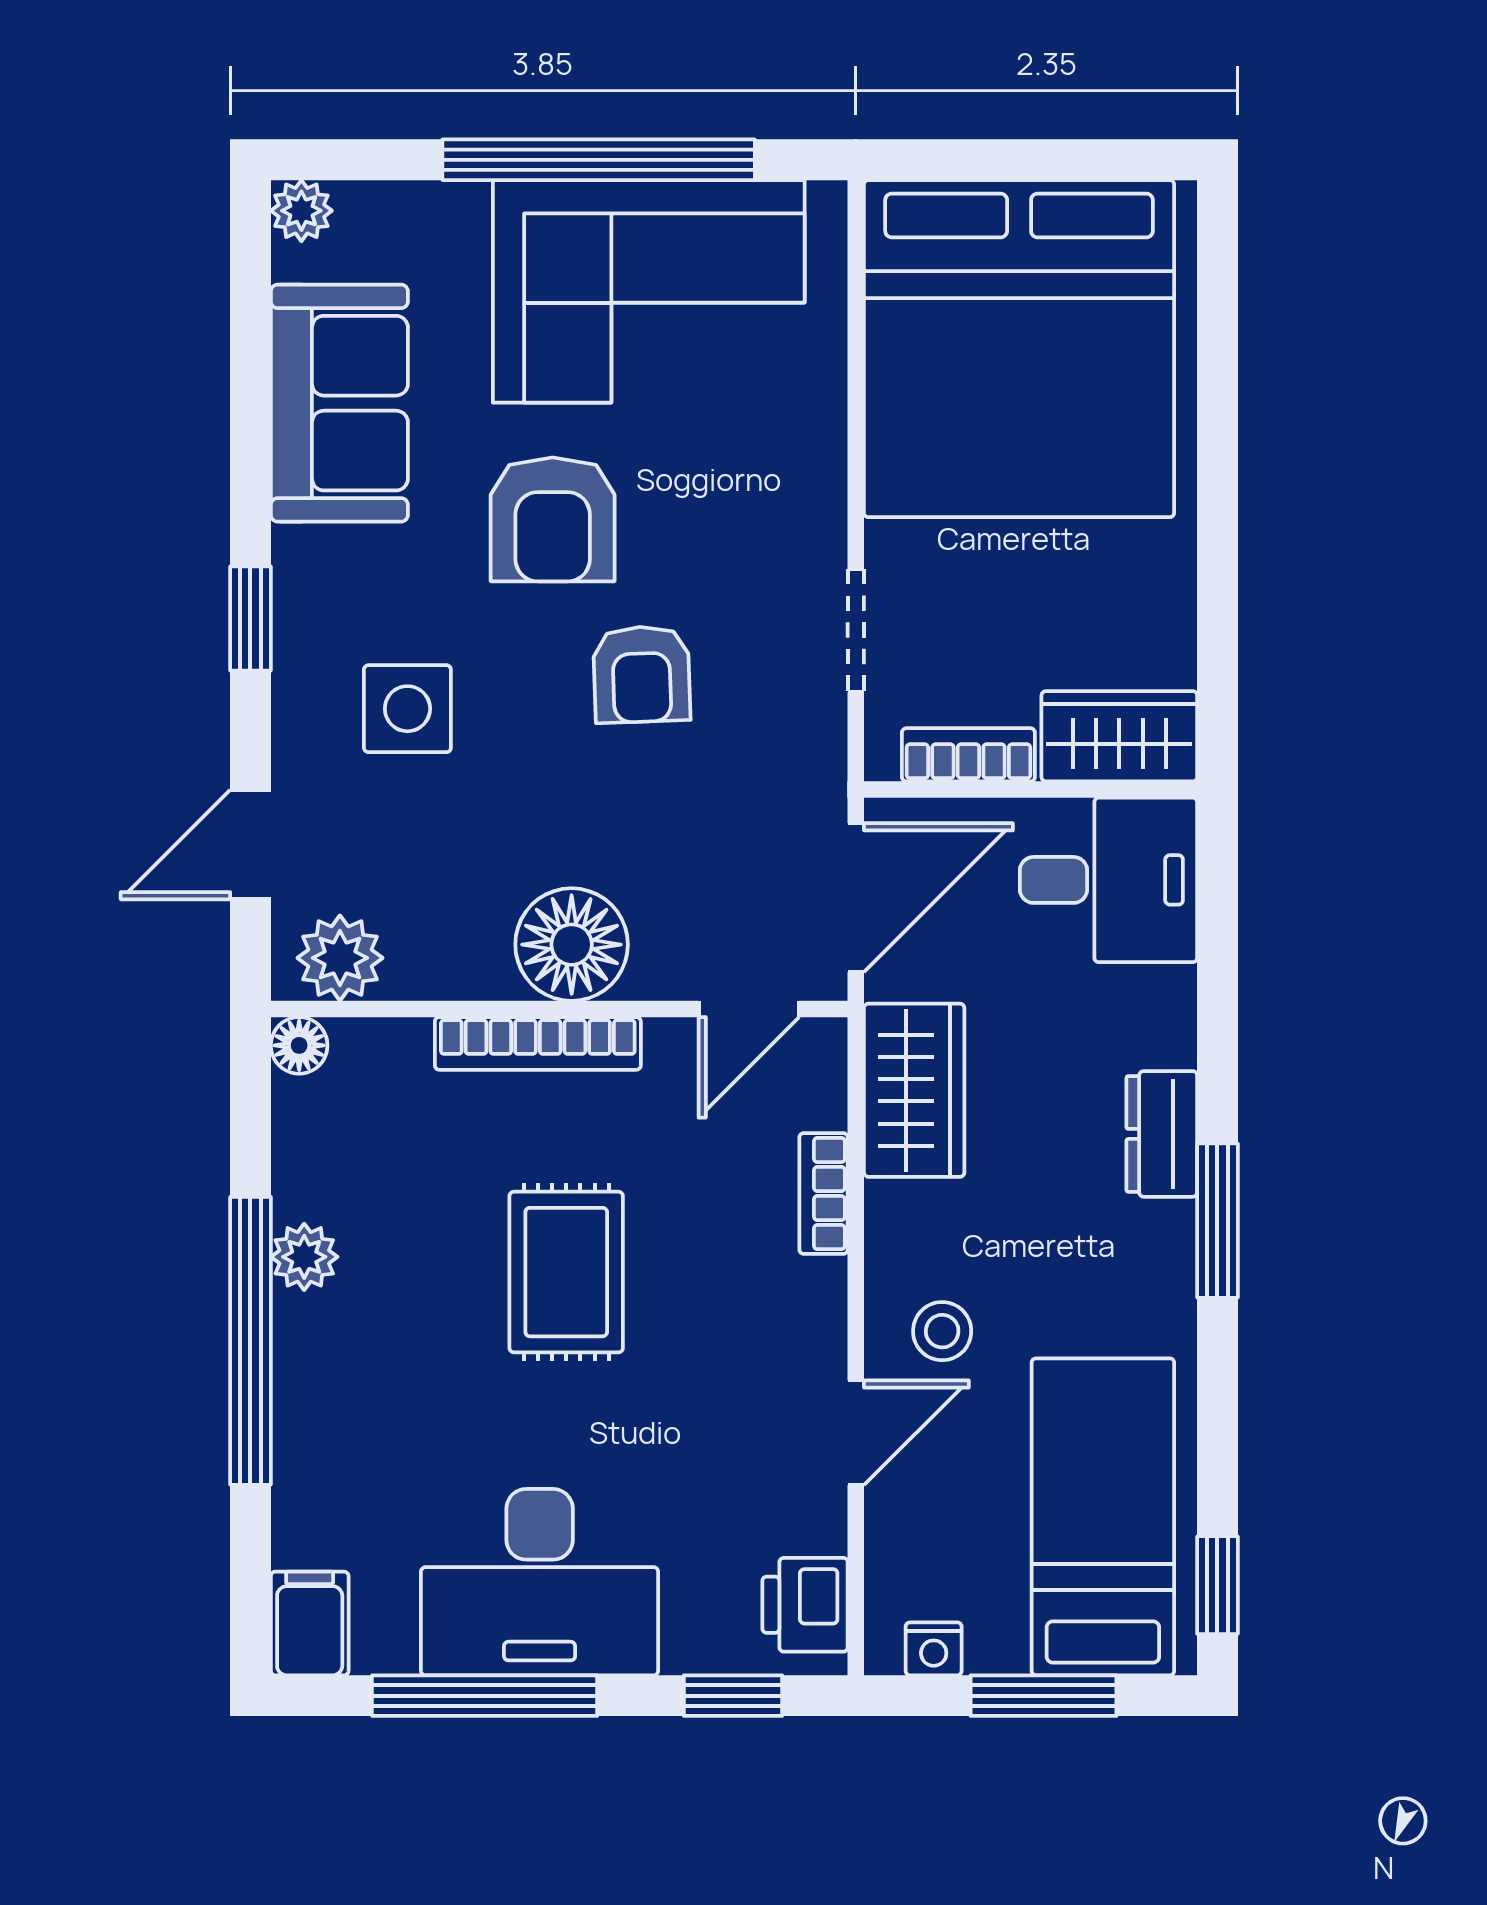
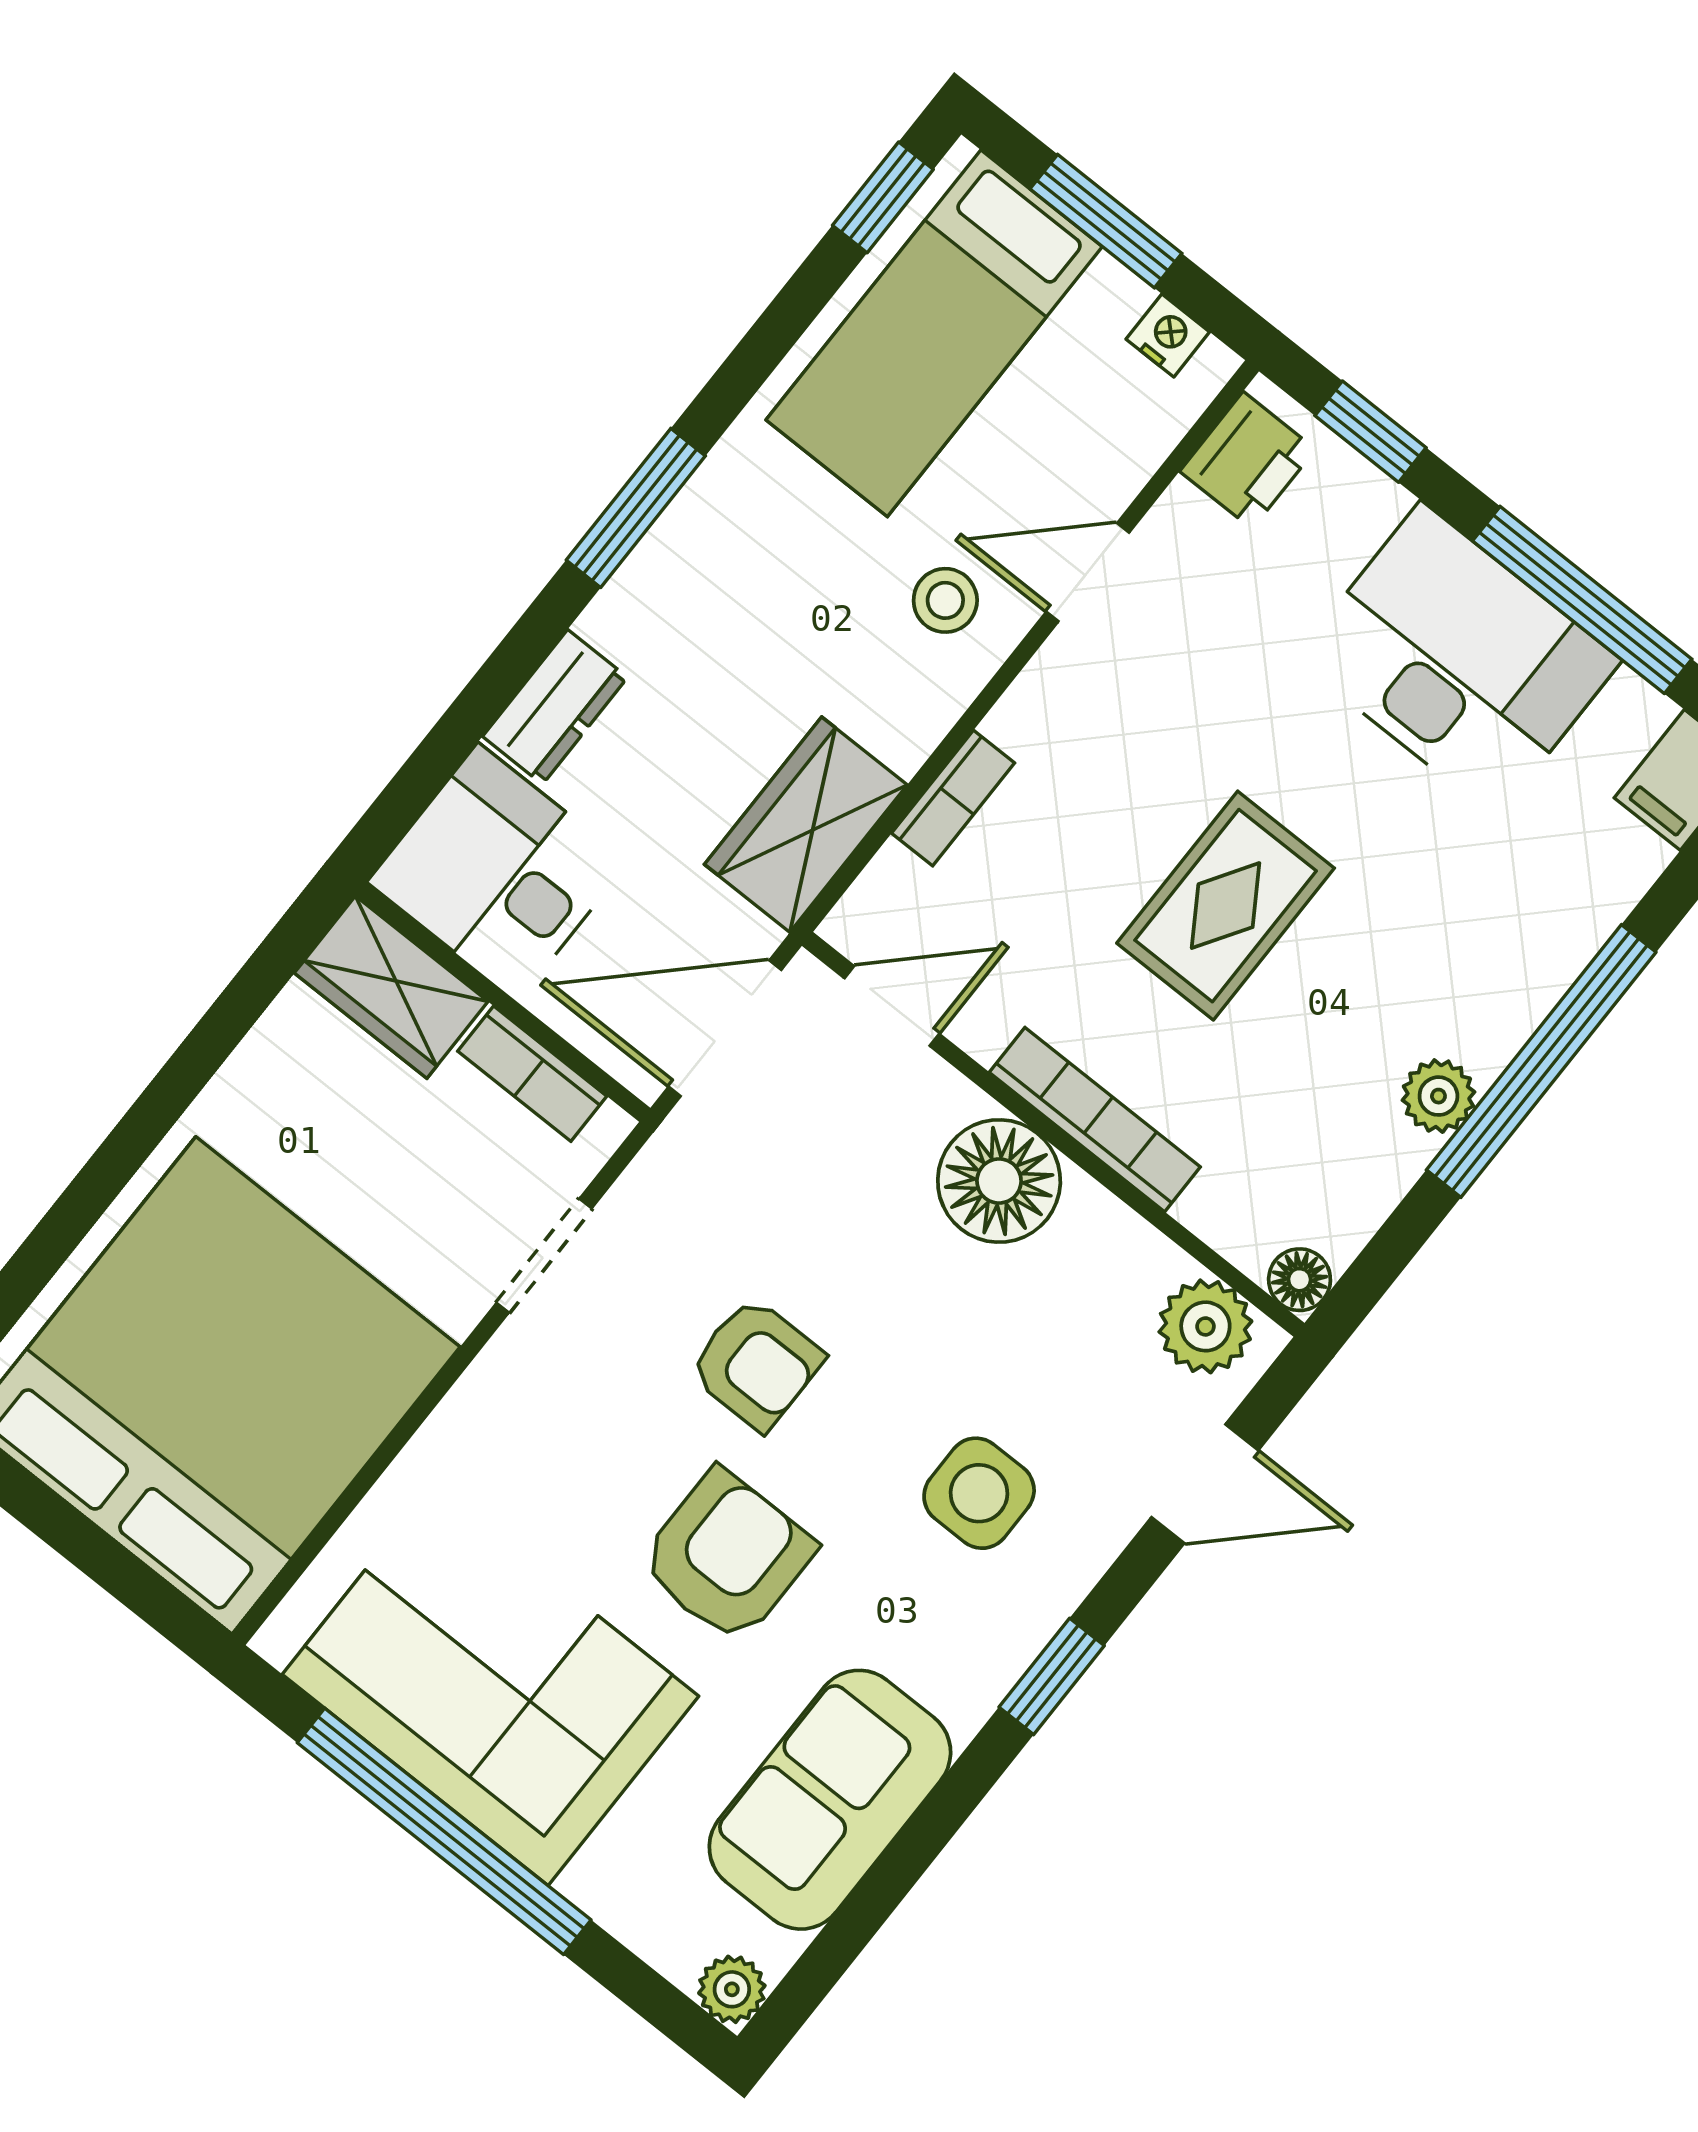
armchair: (642, 674) -> (756, 1364), turned 92
dresser: (1162, 1134) -> (555, 707), moved

